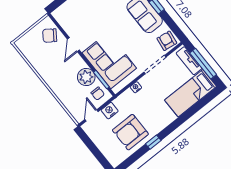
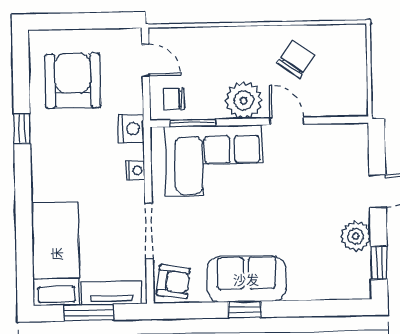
chair: (50, 36) -> (296, 59), moved
window: (203, 64) -> (89, 313), width x0.69
plant: (86, 77) -> (244, 101), moved
nightstand: (110, 111) -> (131, 129), moved
armchair: (130, 132) -> (73, 81), moved

